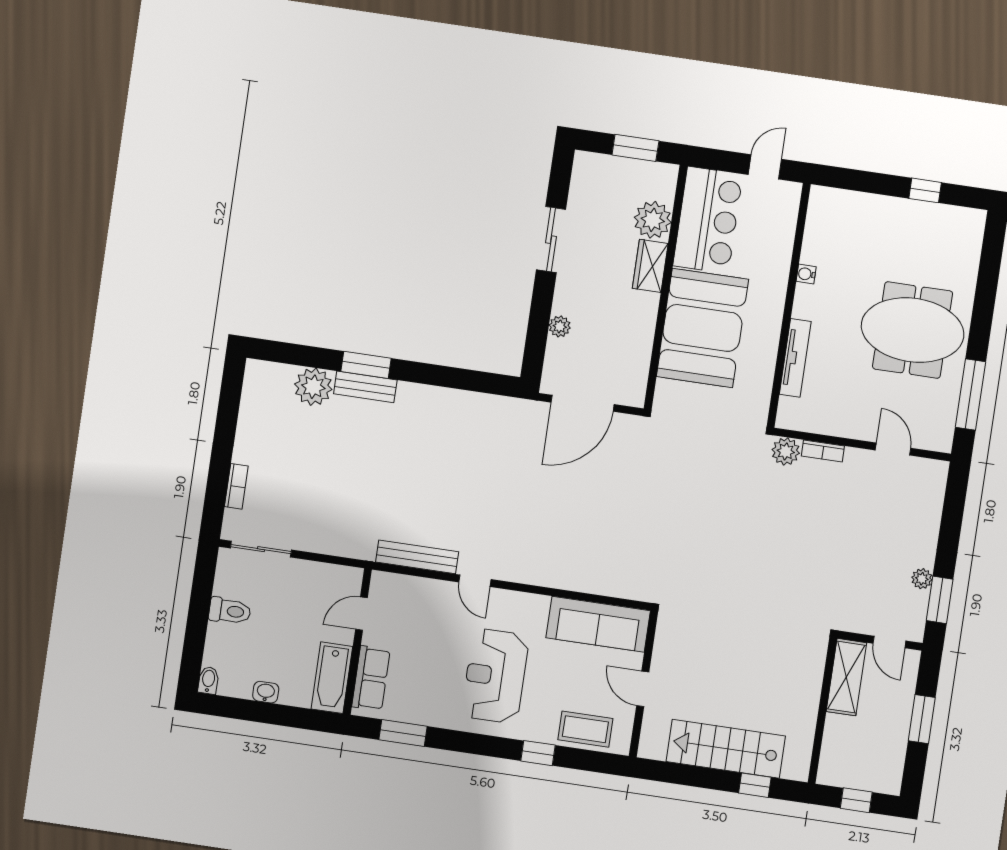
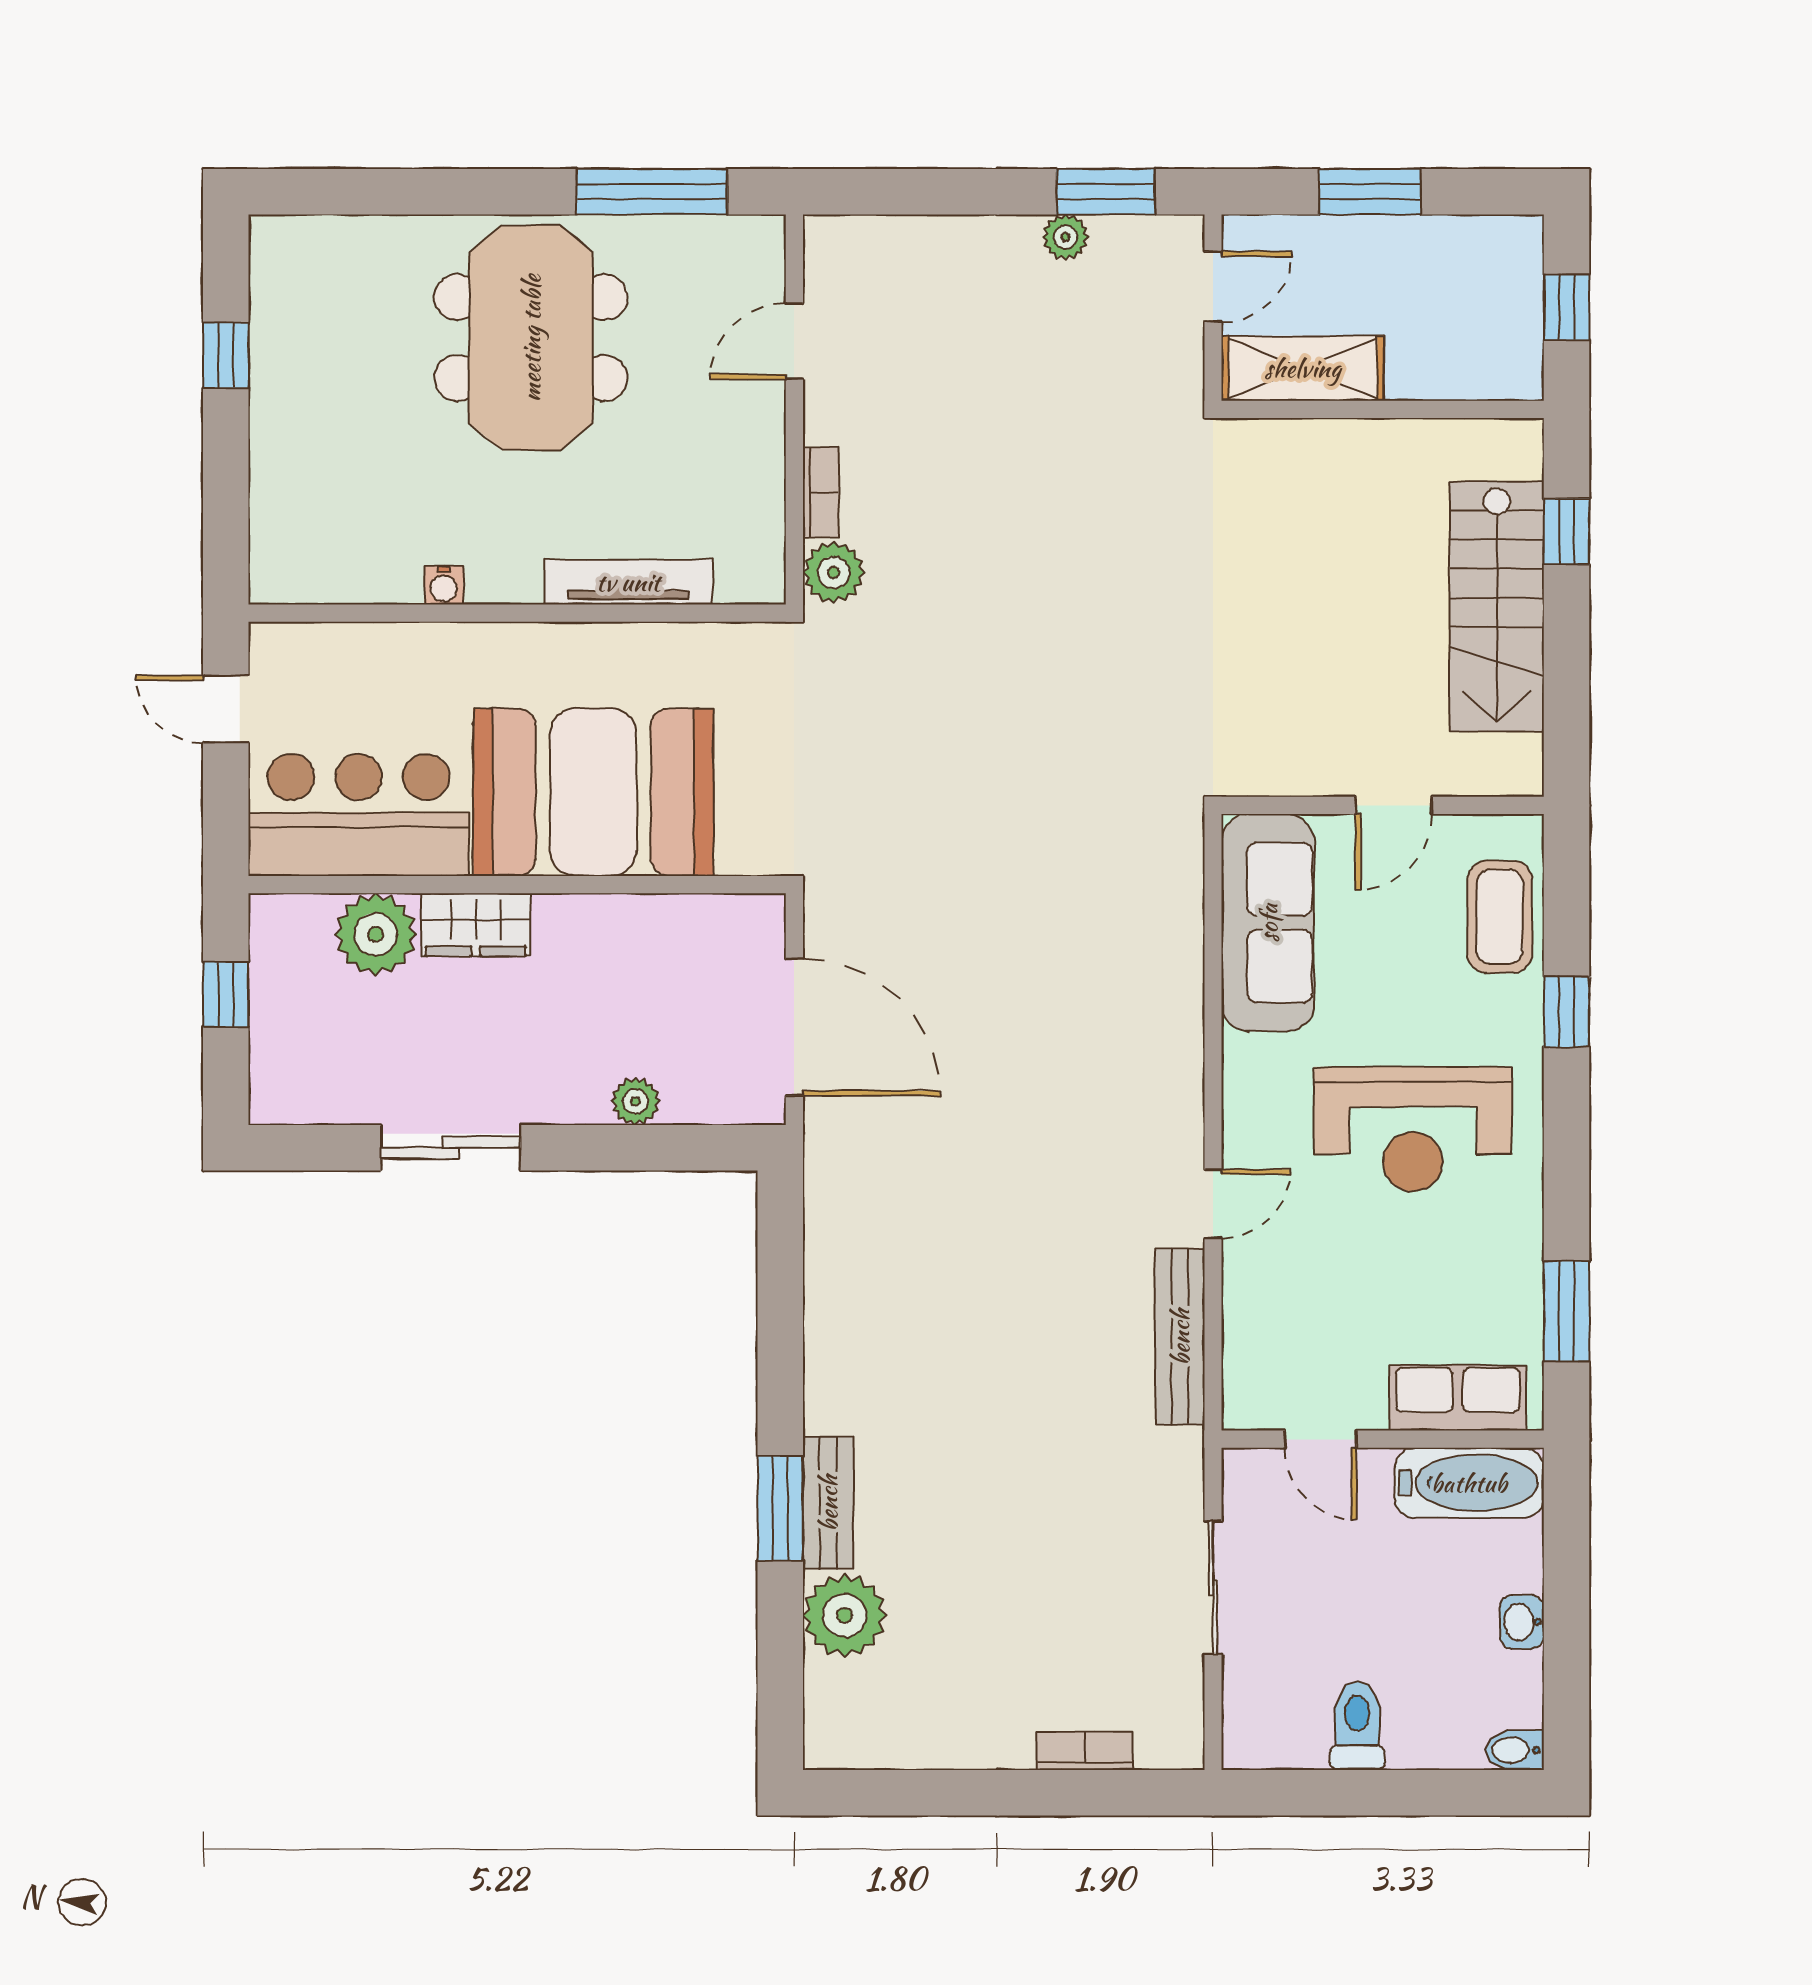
window: (635, 148) -> (226, 995), width x0.67
sliding door: (261, 549) -> (1213, 1588), moved

